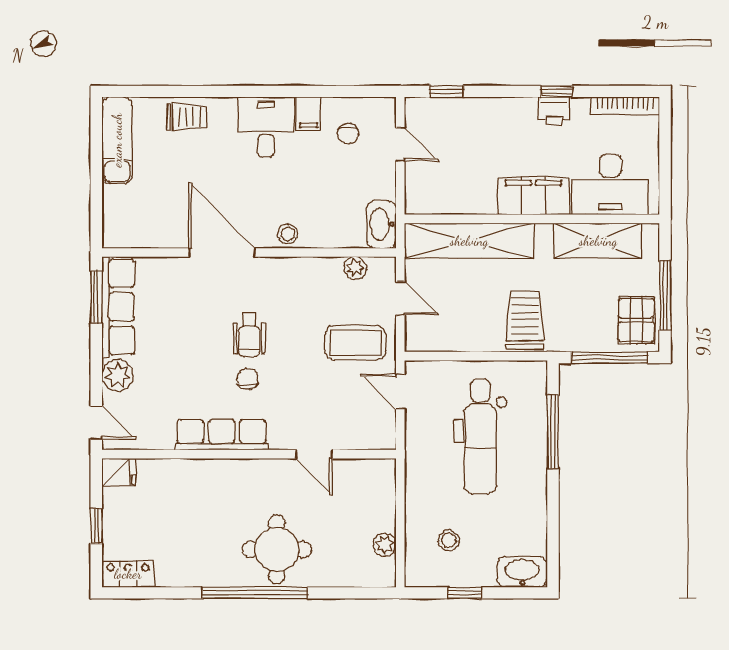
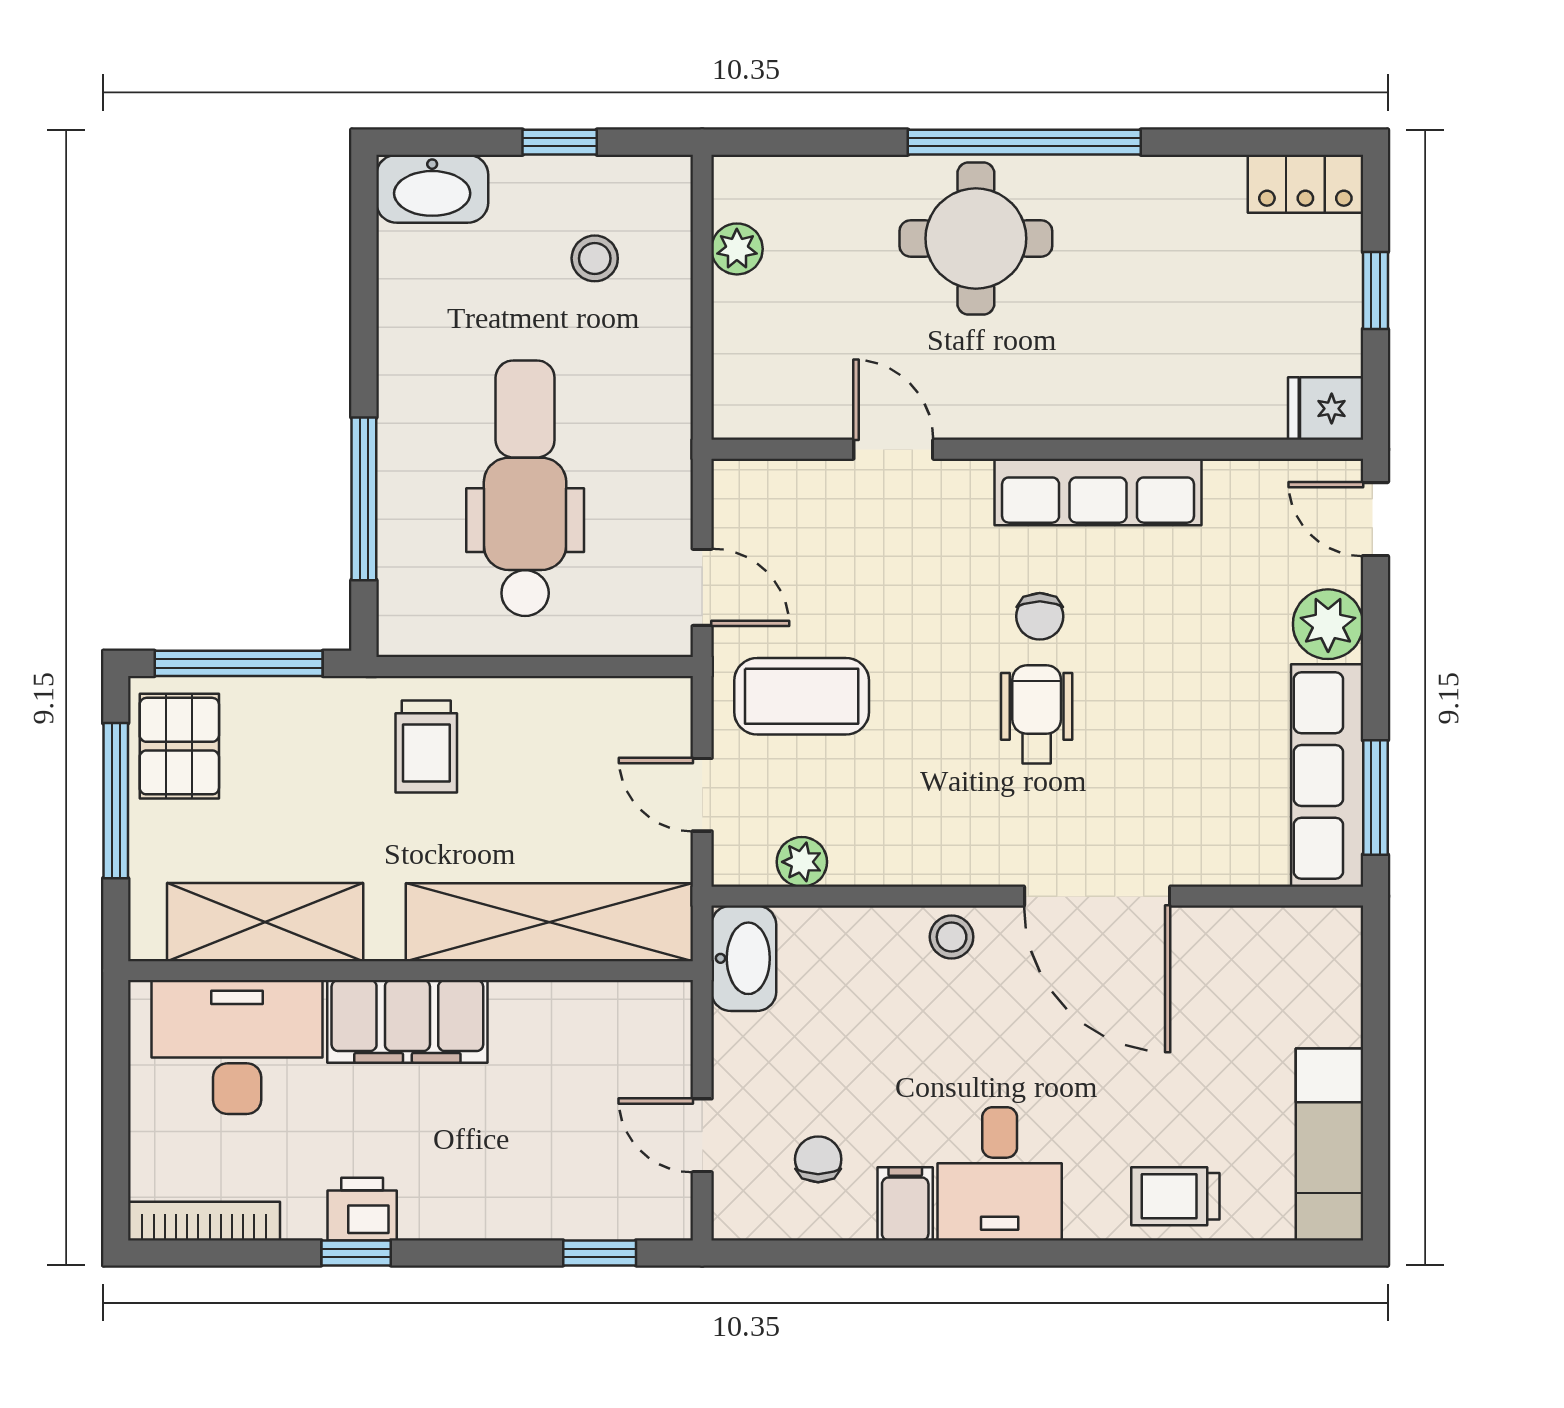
trolley: (525, 320) -> (426, 746), width x0.73, depth x0.72

